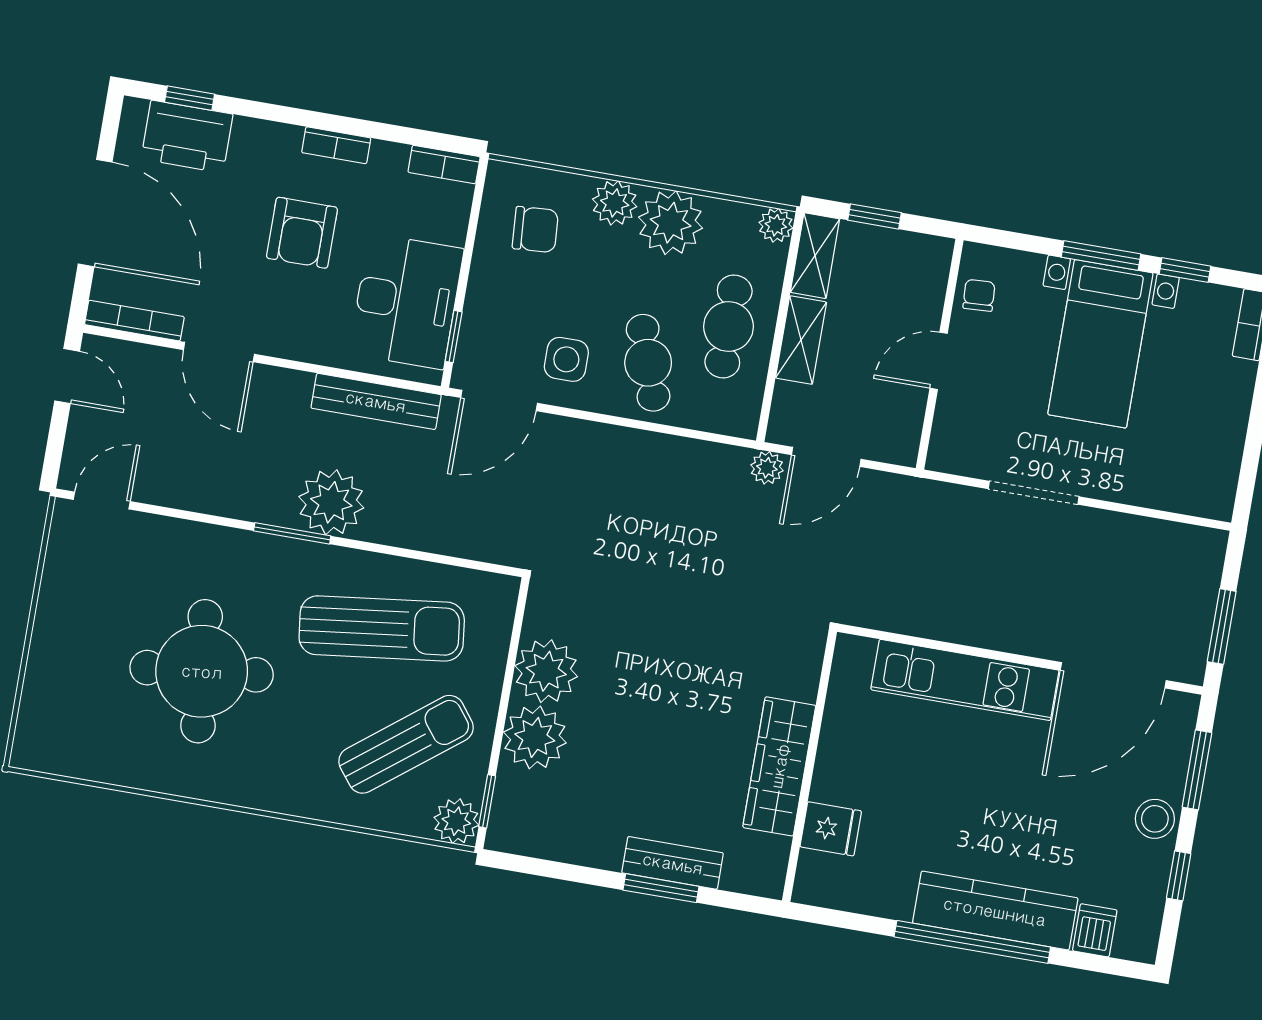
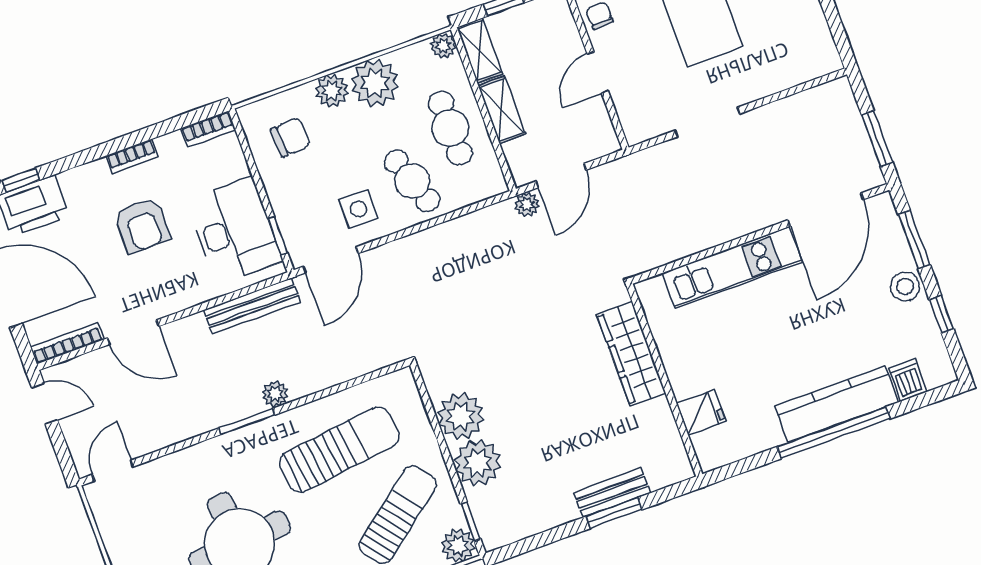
plant: (331, 502) -> (275, 394), width x0.53, depth x0.53
wardrobe: (779, 766) -> (631, 354), moved

